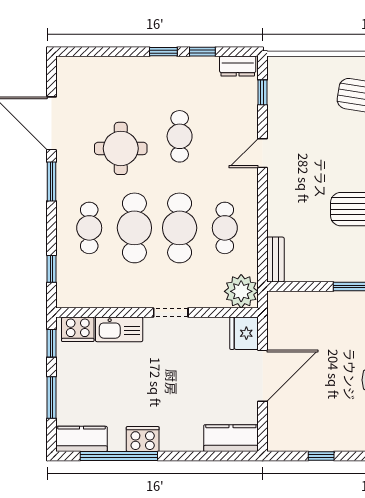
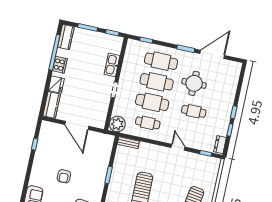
cafe table: (89, 228) -> (161, 61), width x1.37, depth x1.35
cooker: (78, 329) -> (116, 46), removed
fridge: (244, 333) -> (56, 84), moved, turned 90

